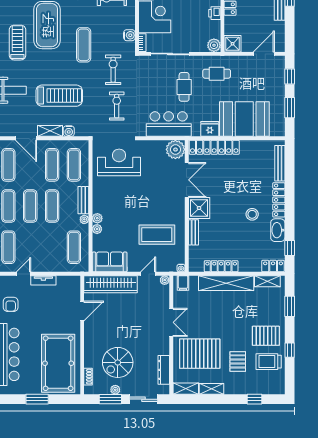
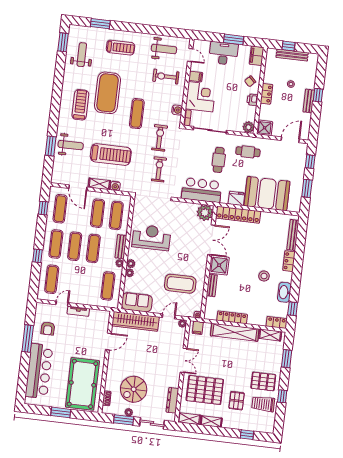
reception desk: (119, 162) -> (151, 237), moved
locker: (279, 200) -> (289, 261), width x0.66

